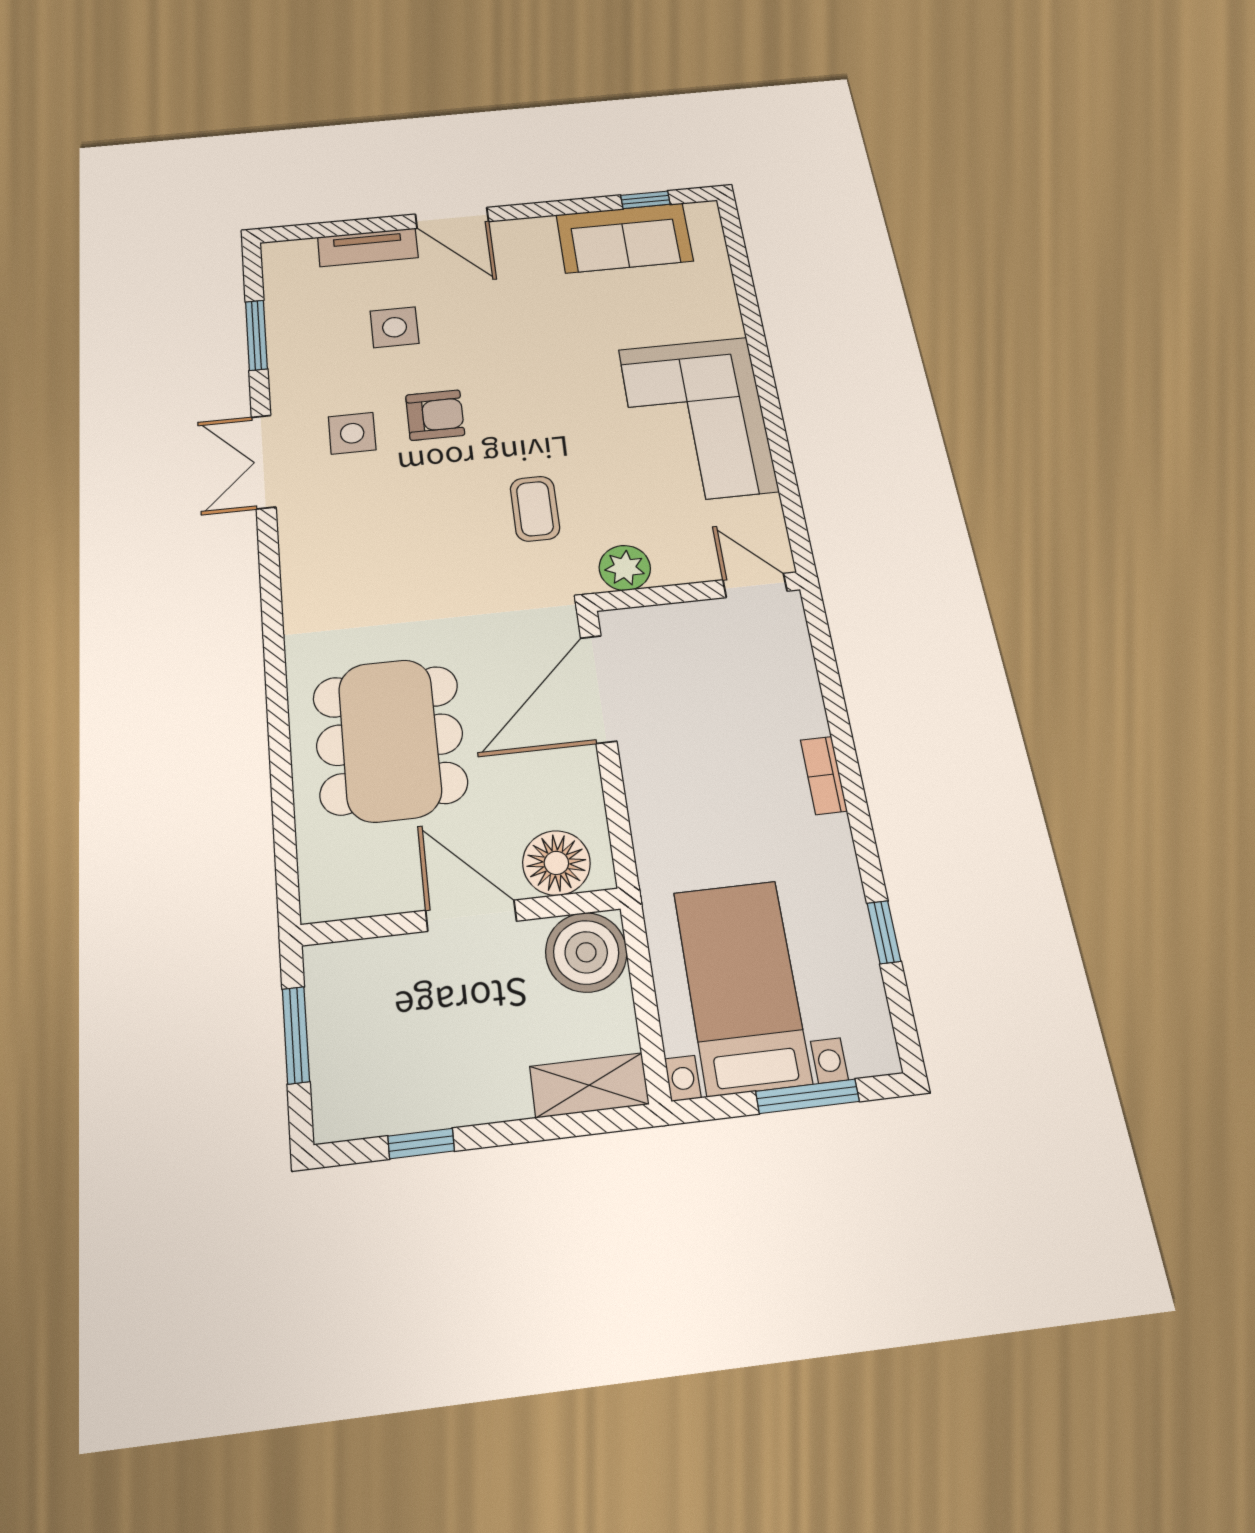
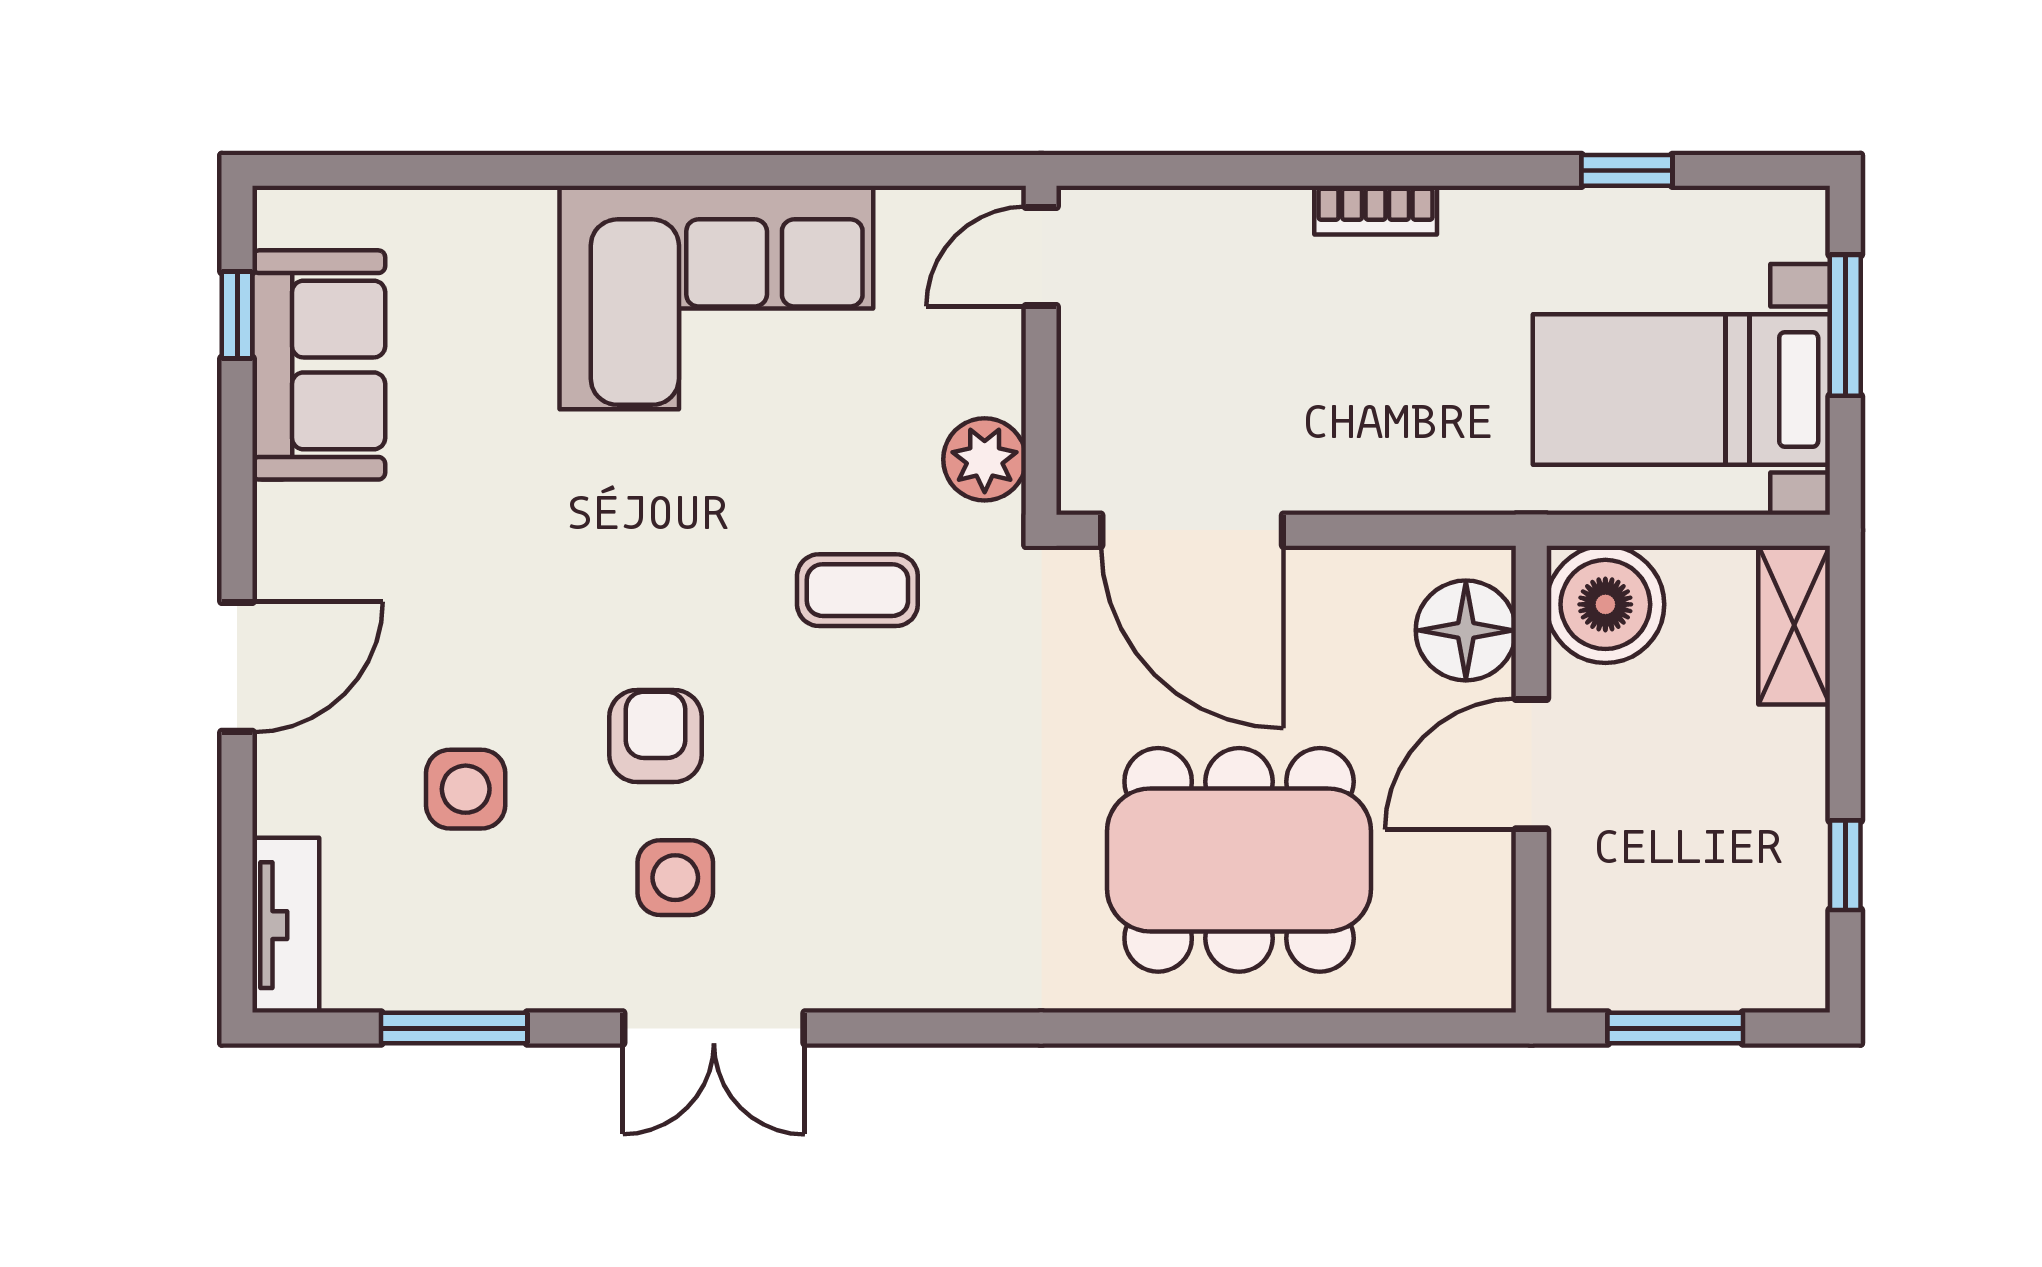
tv unit: (368, 247) -> (286, 925), moved

